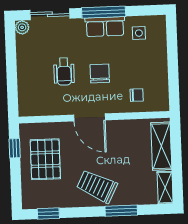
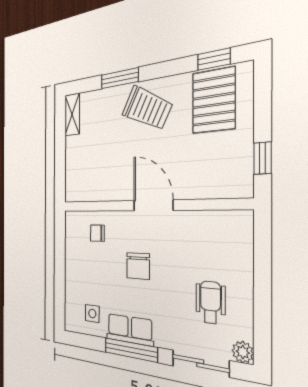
wheelchair: (64, 72) -> (210, 302), moved
shelving: (161, 146) -> (74, 167), removed
pallet: (45, 159) -> (214, 101), moved

